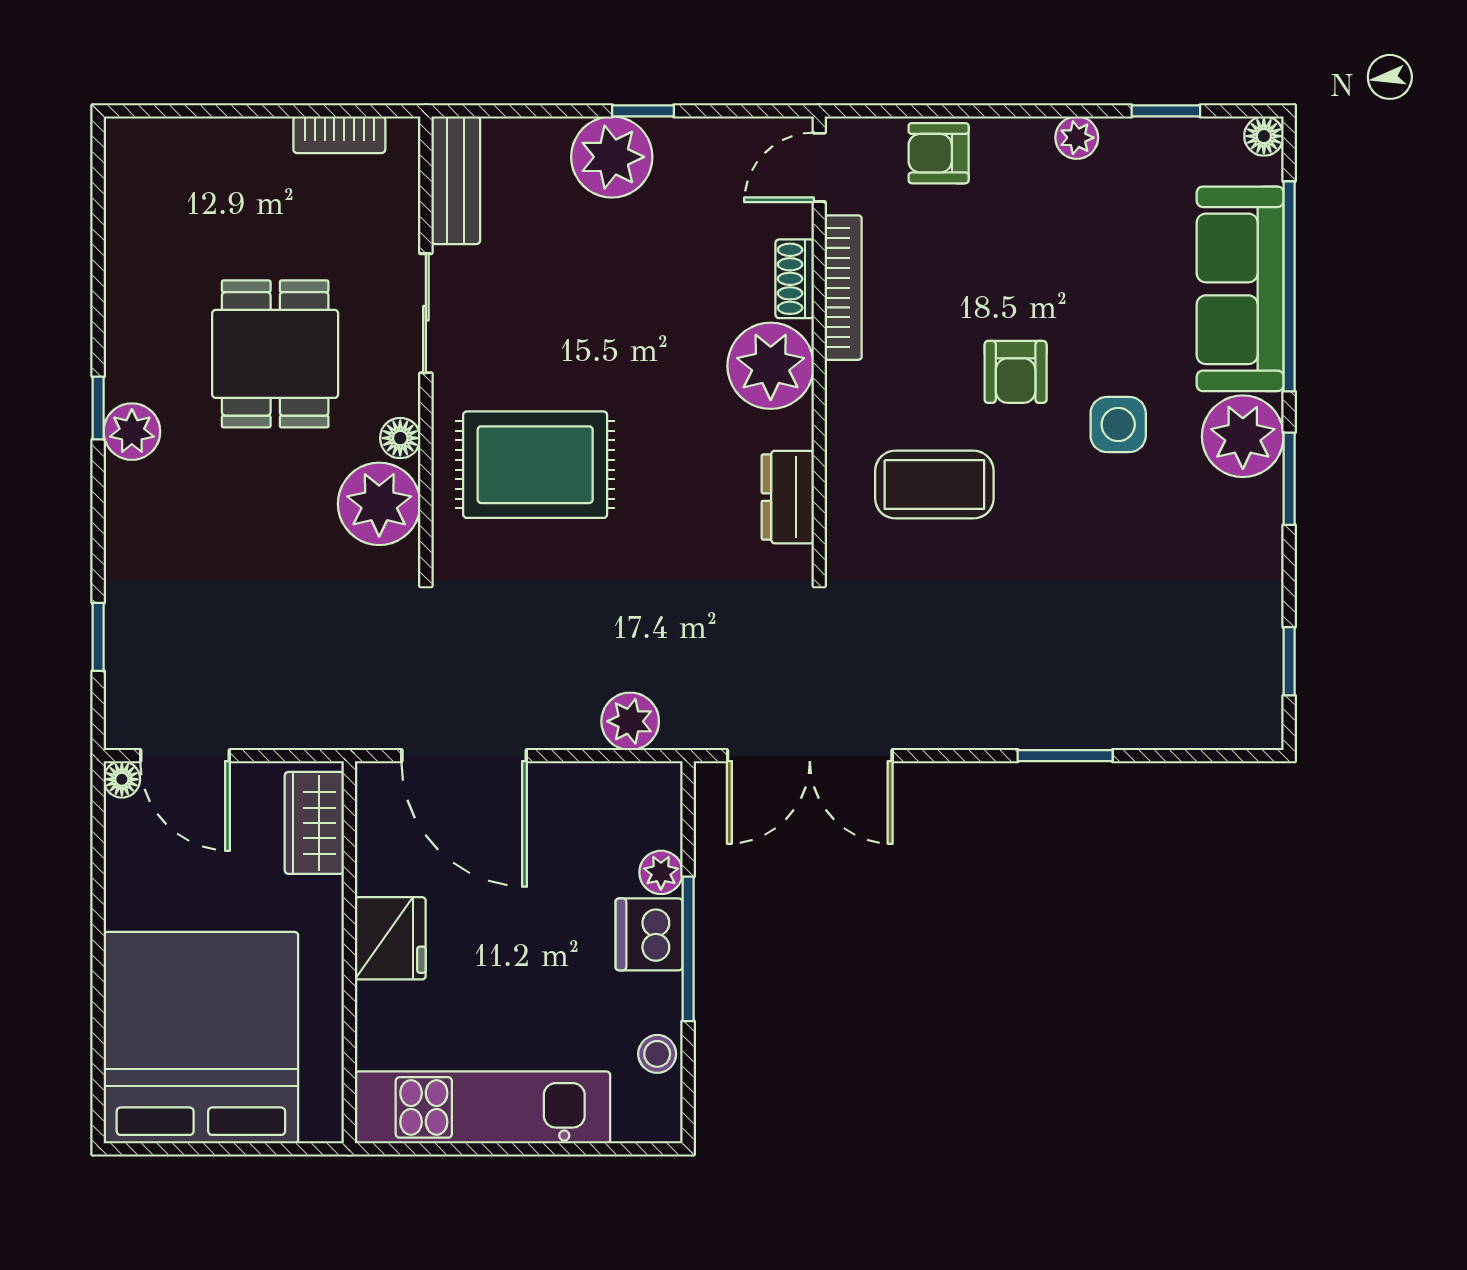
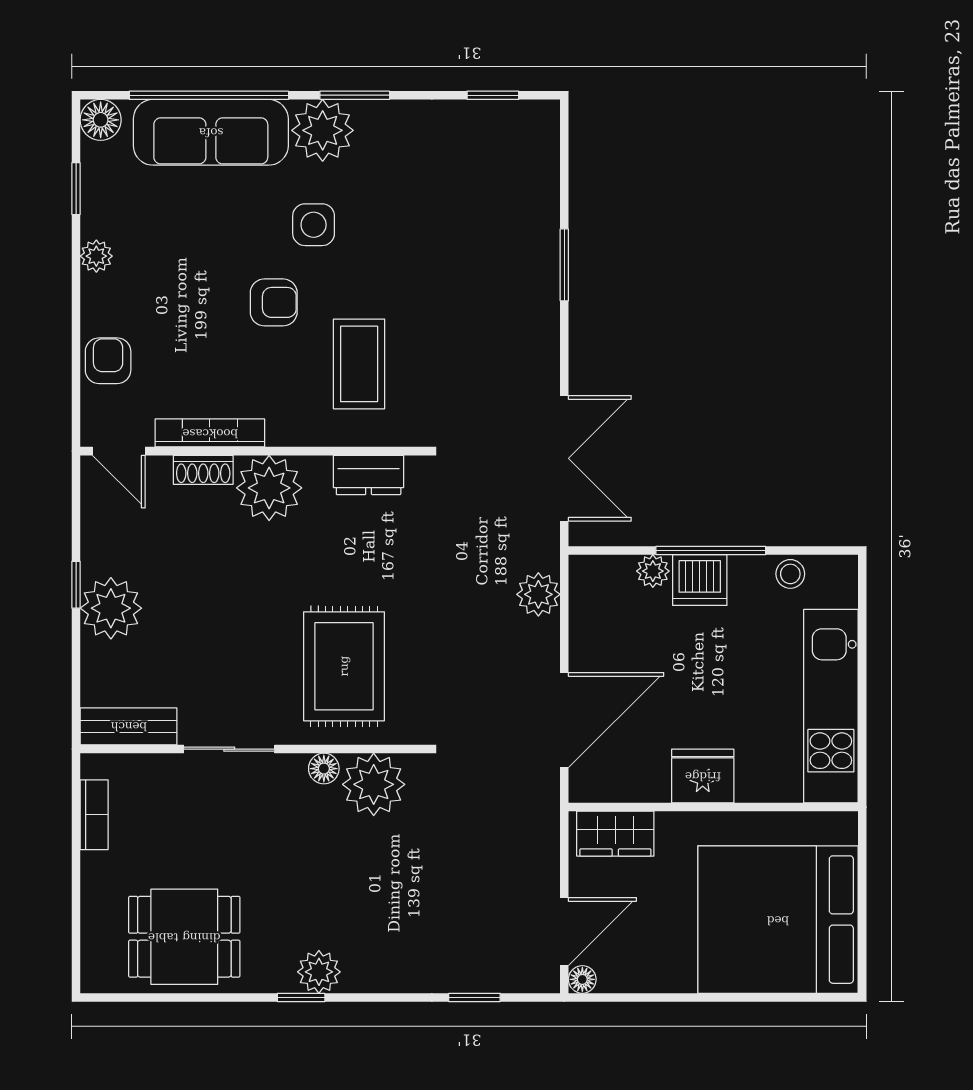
floor lamp: (1264, 136) -> (101, 120), width x1.37, depth x1.37
armchair: (939, 153) -> (108, 361), turned 180
dining table: (275, 354) -> (184, 937), moved

